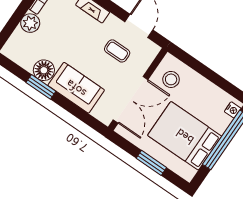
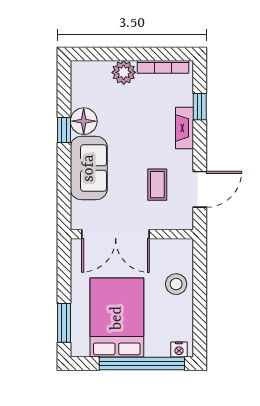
stool: (171, 79) -> (176, 284), moved
window: (41, 87) -> (64, 130), width x0.67
window: (151, 163) -> (64, 323), moved

